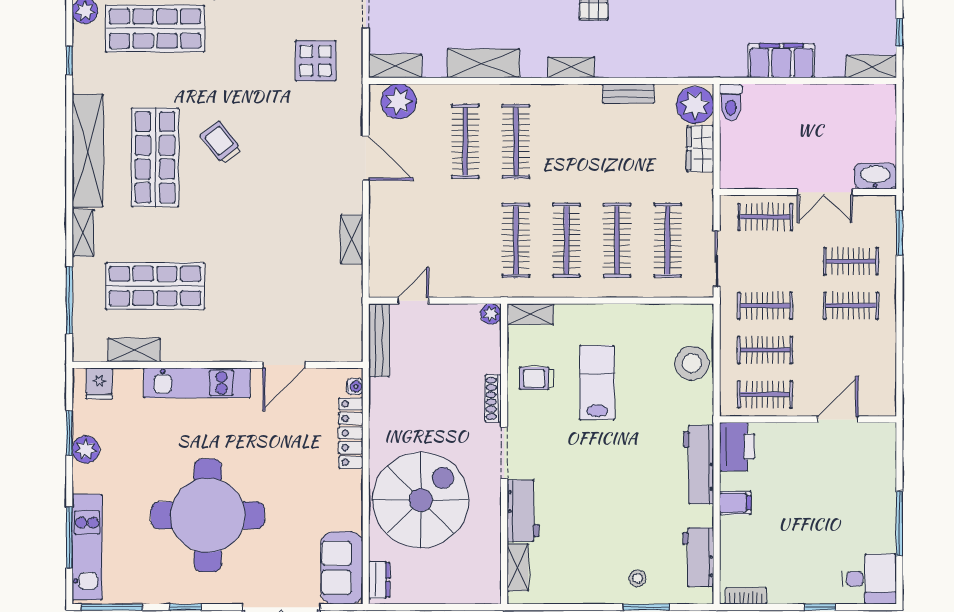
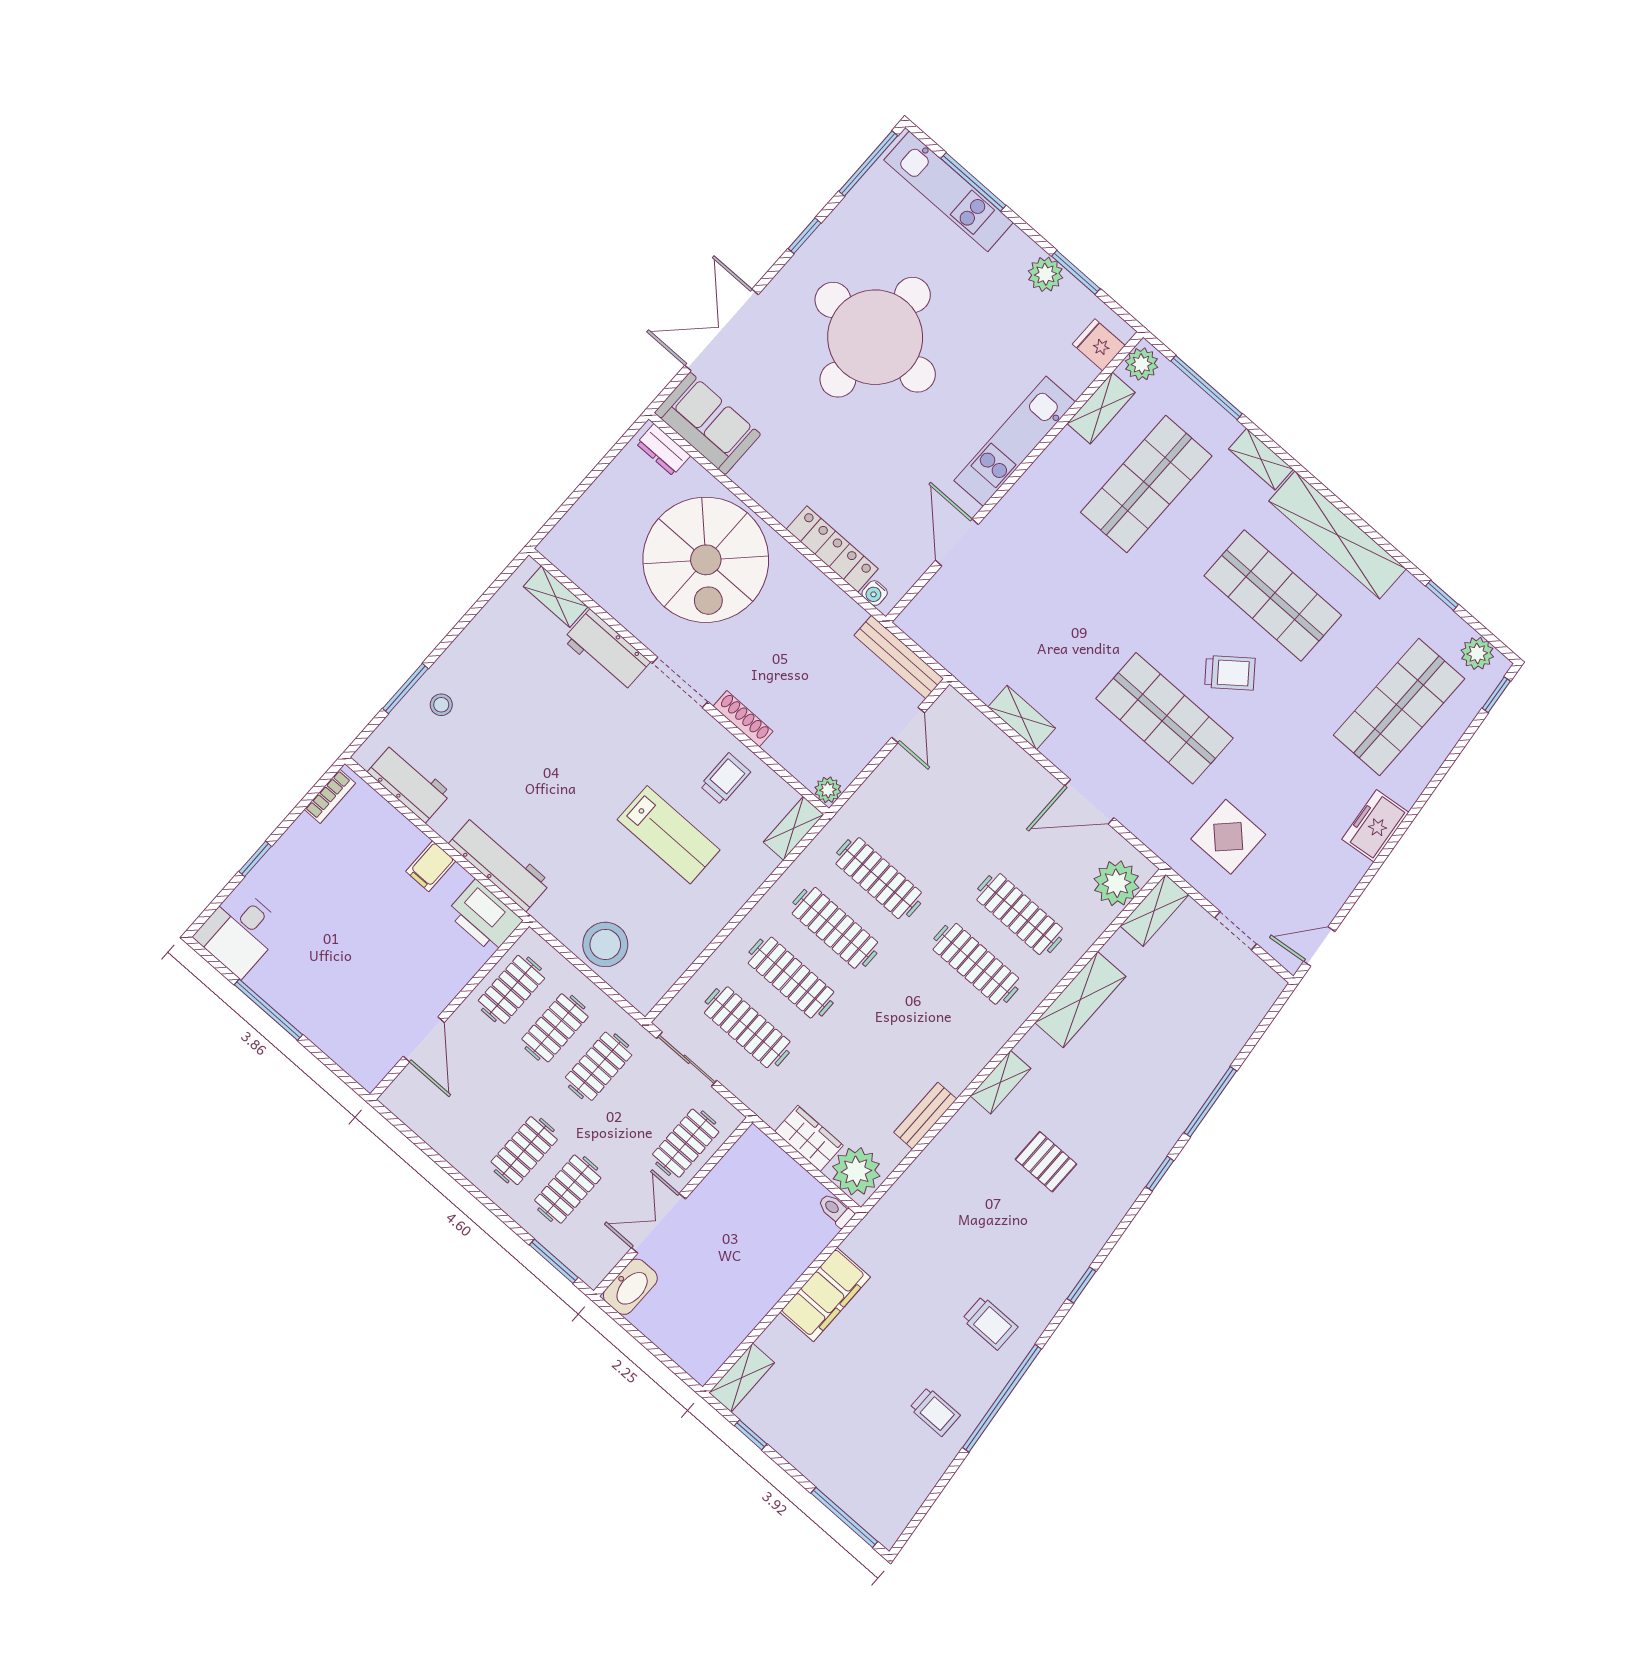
toilet: (731, 102) -> (836, 1210), width x0.73, depth x0.72
shop shelf: (280, 157) -> (1164, 718), added
plant: (89, 349) -> (1141, 364), added

